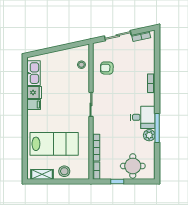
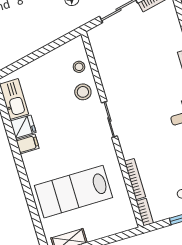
armchair: (107, 68) -> (117, 61), removed
lab bench: (54, 144) -> (74, 192), turned 180
stool: (64, 171) -> (83, 92), moved

